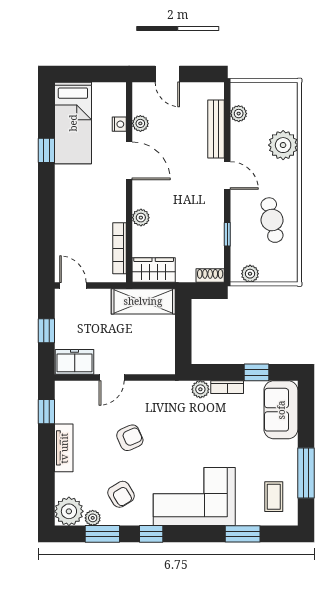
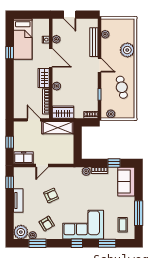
wardrobe: (115, 202) -> (44, 78), added
door: (73, 285) -> (34, 120), moved
window: (151, 534) -> (77, 243), moved

